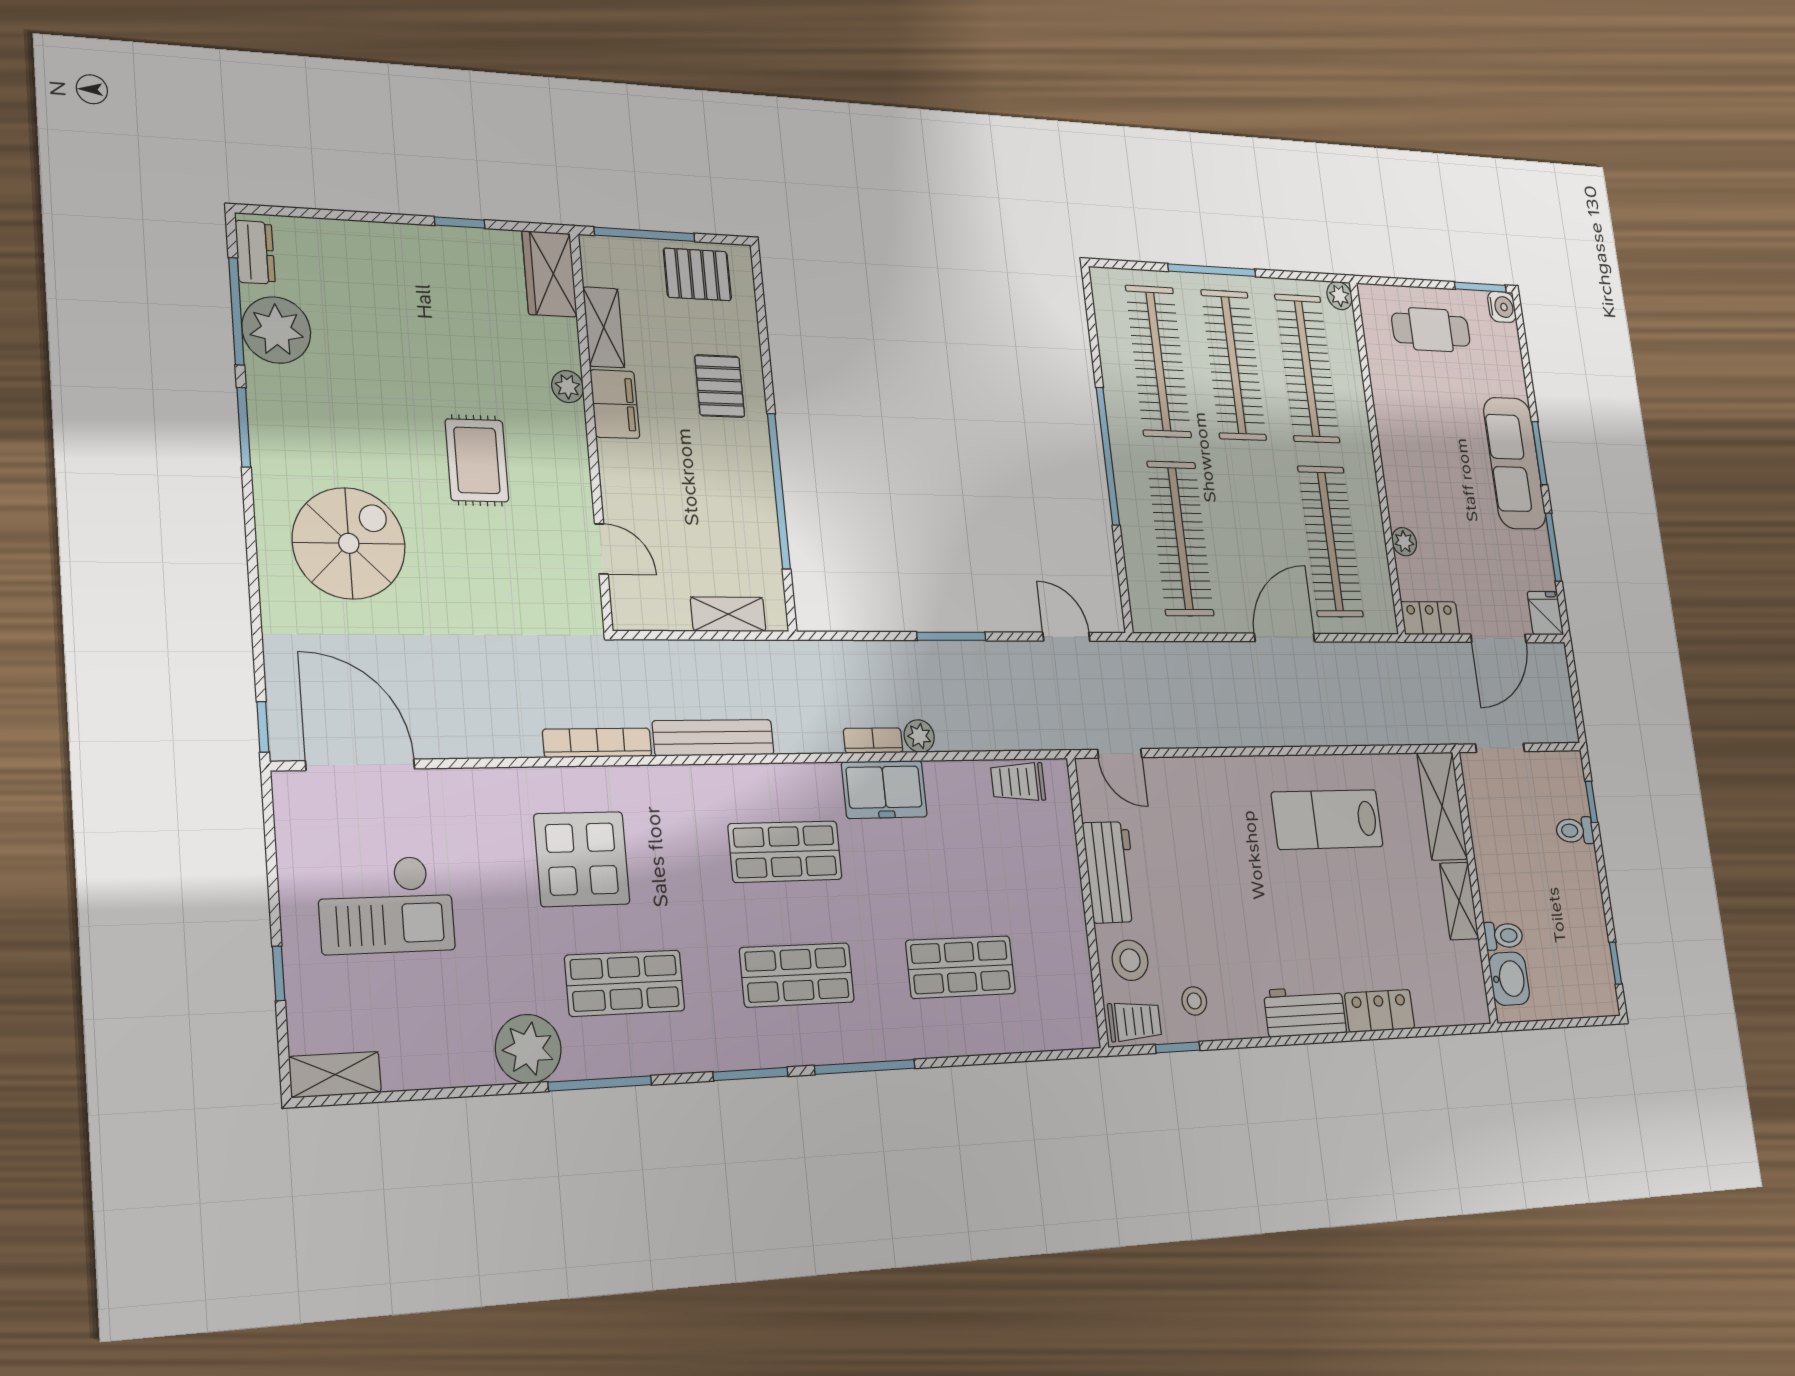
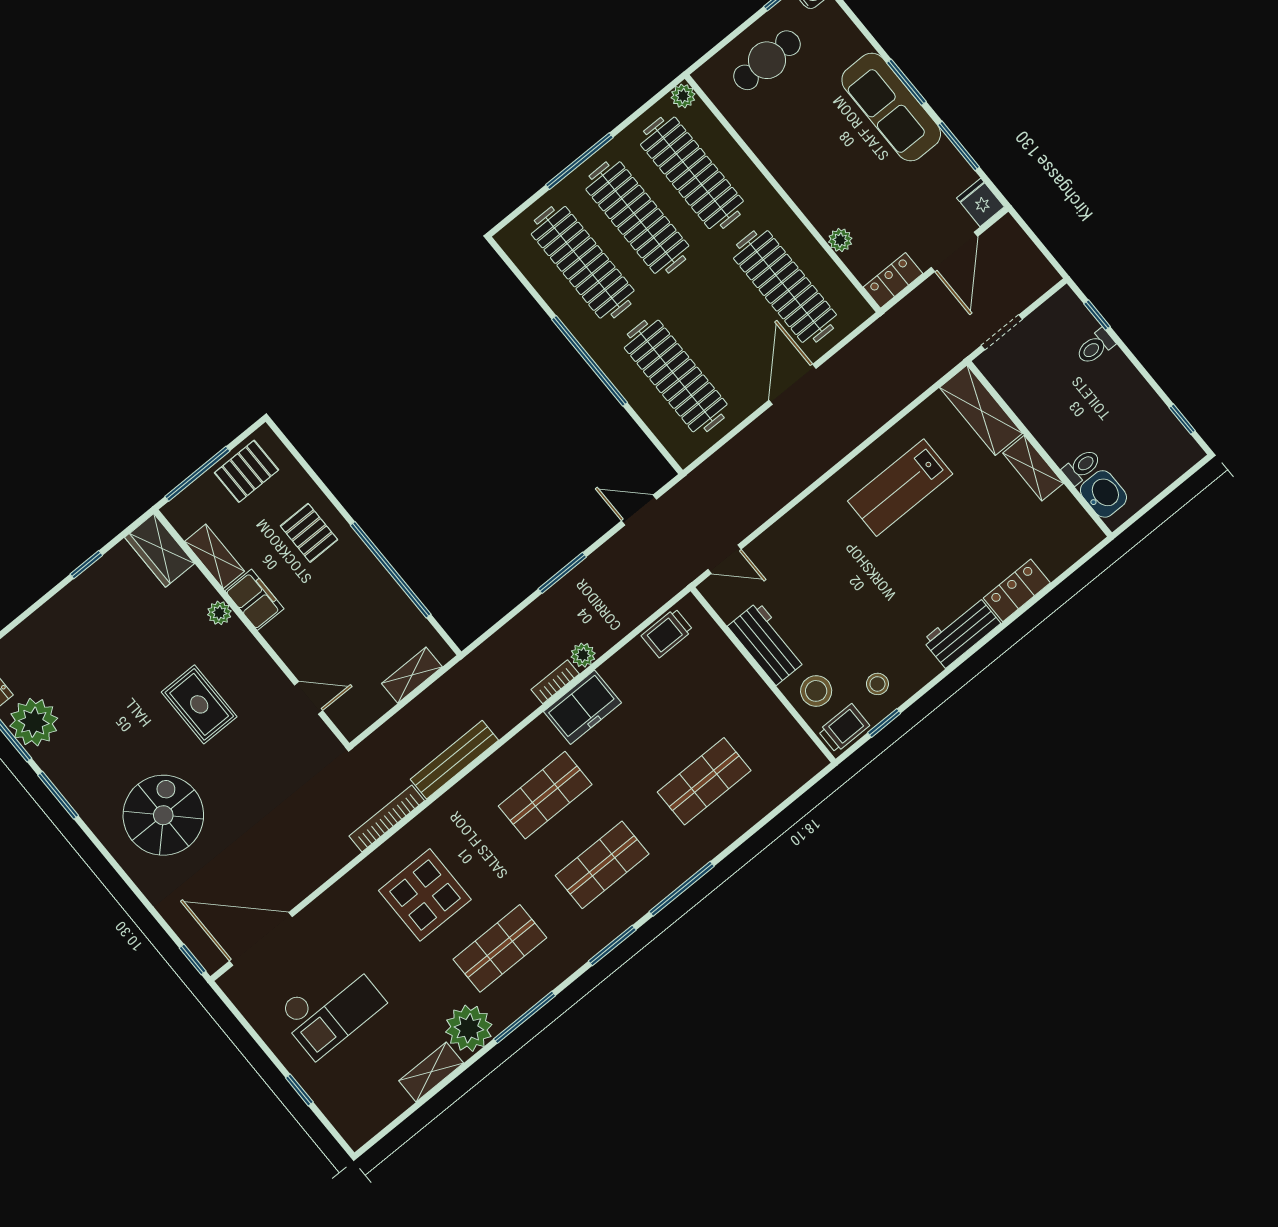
shelving: (335, 1075) -> (431, 1072), moved

